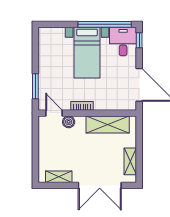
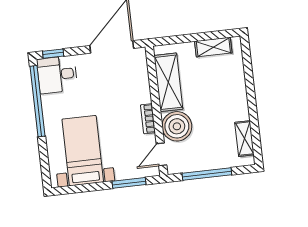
bed with nightstands: (87, 53) -> (83, 151), moved, turned -90
boiler: (69, 122) -> (177, 126), width x1.86, depth x1.86
window: (35, 146) -> (207, 174), added
double door: (100, 185) -> (250, 84), removed

